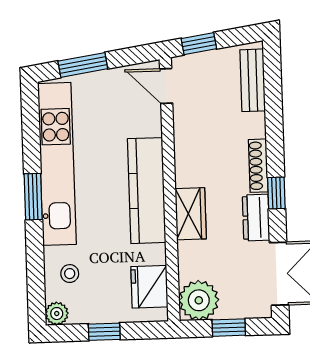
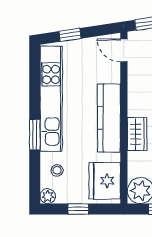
window: (83, 65) -> (70, 35), width x0.67
window: (33, 197) -> (35, 135), moved
fridge: (149, 287) -> (105, 181), width x1.36, depth x1.34

